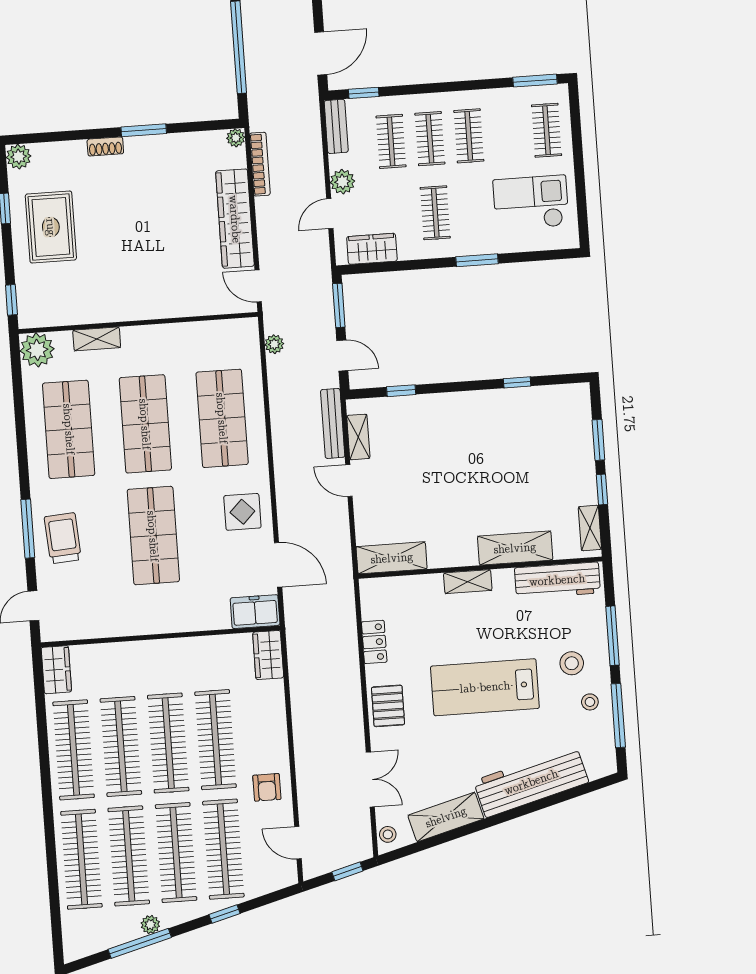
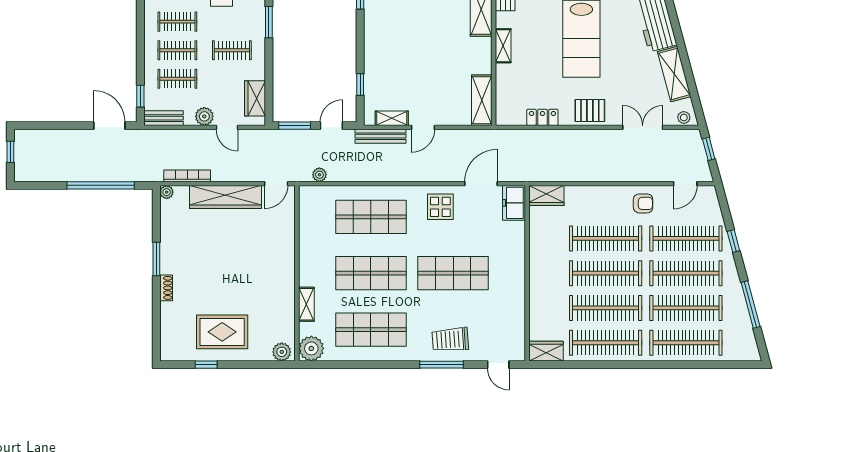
plant: (19, 157) -> (282, 352), moved
window: (11, 300) -> (273, 365), removed
plant: (150, 925) -> (737, 296), removed

